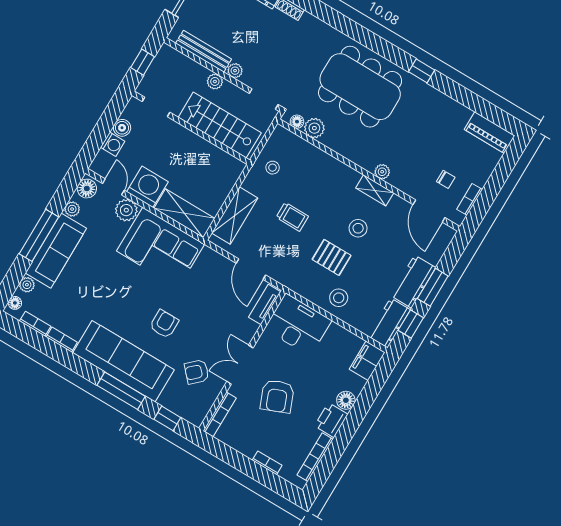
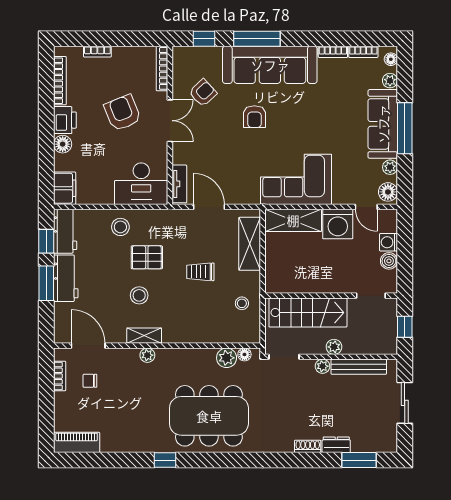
plant: (126, 210) -> (344, 194), removed

